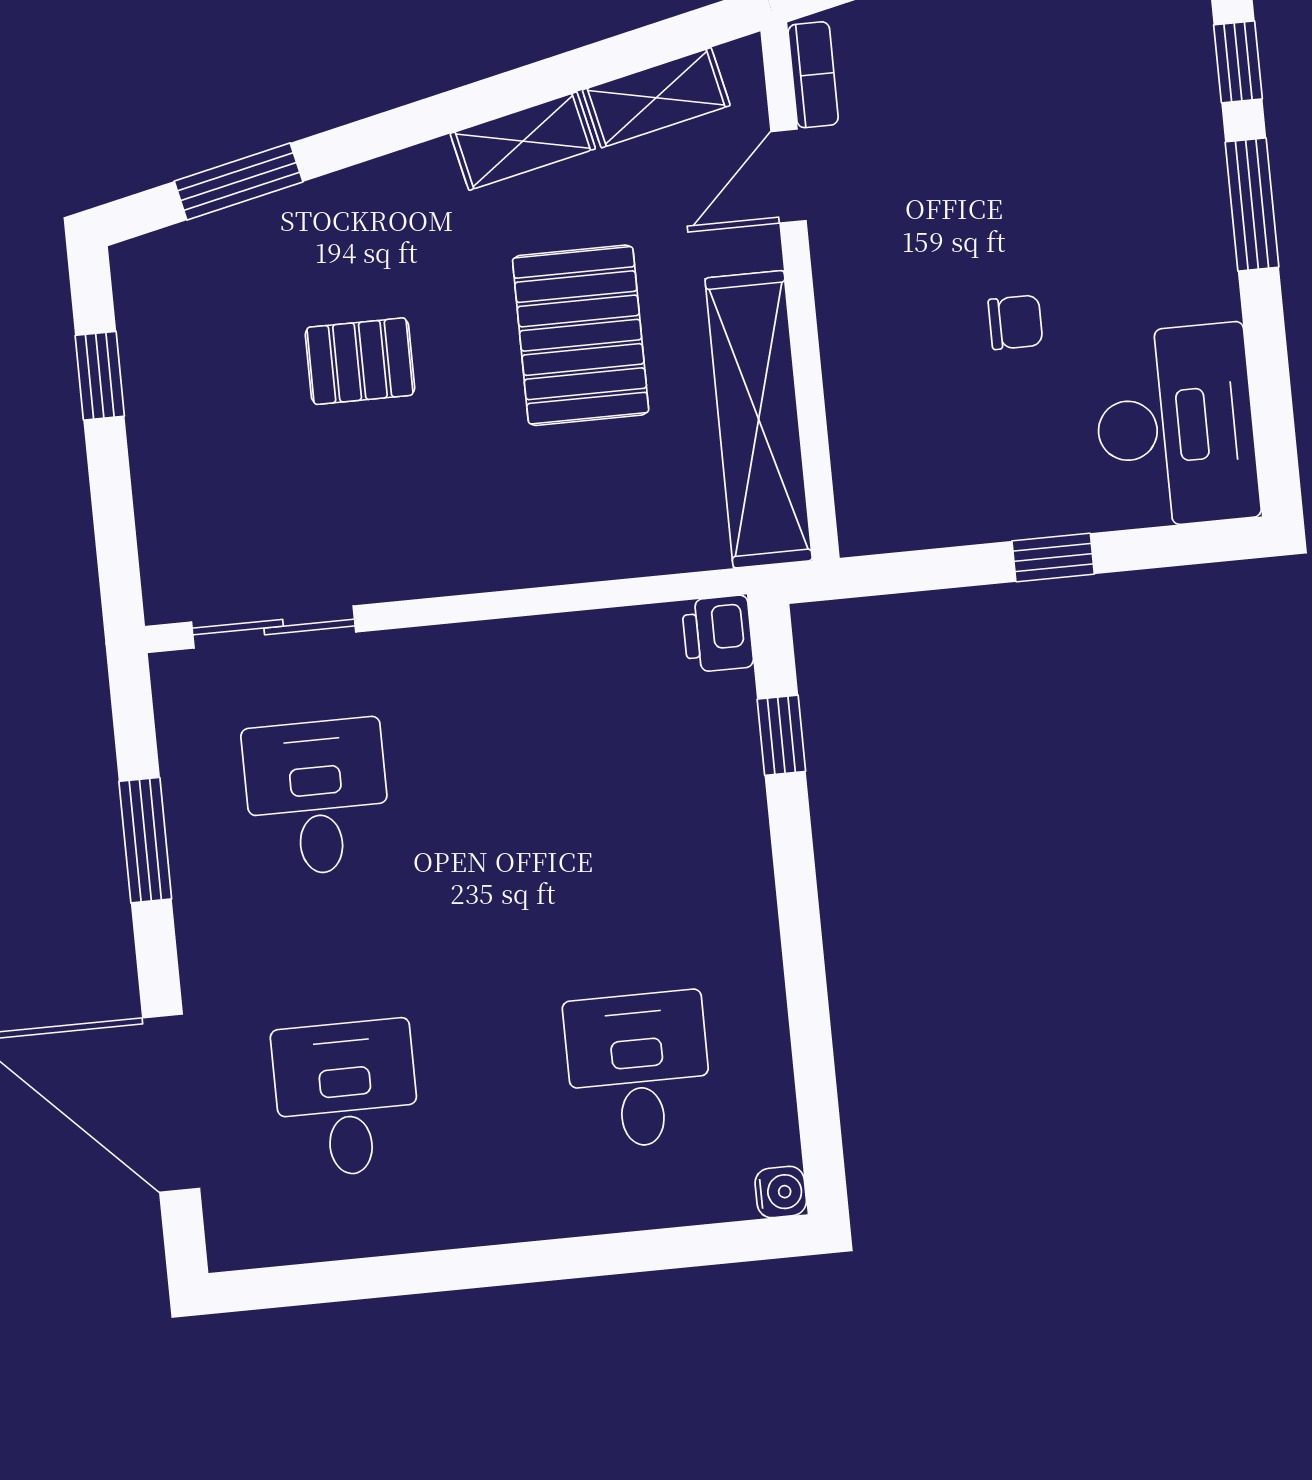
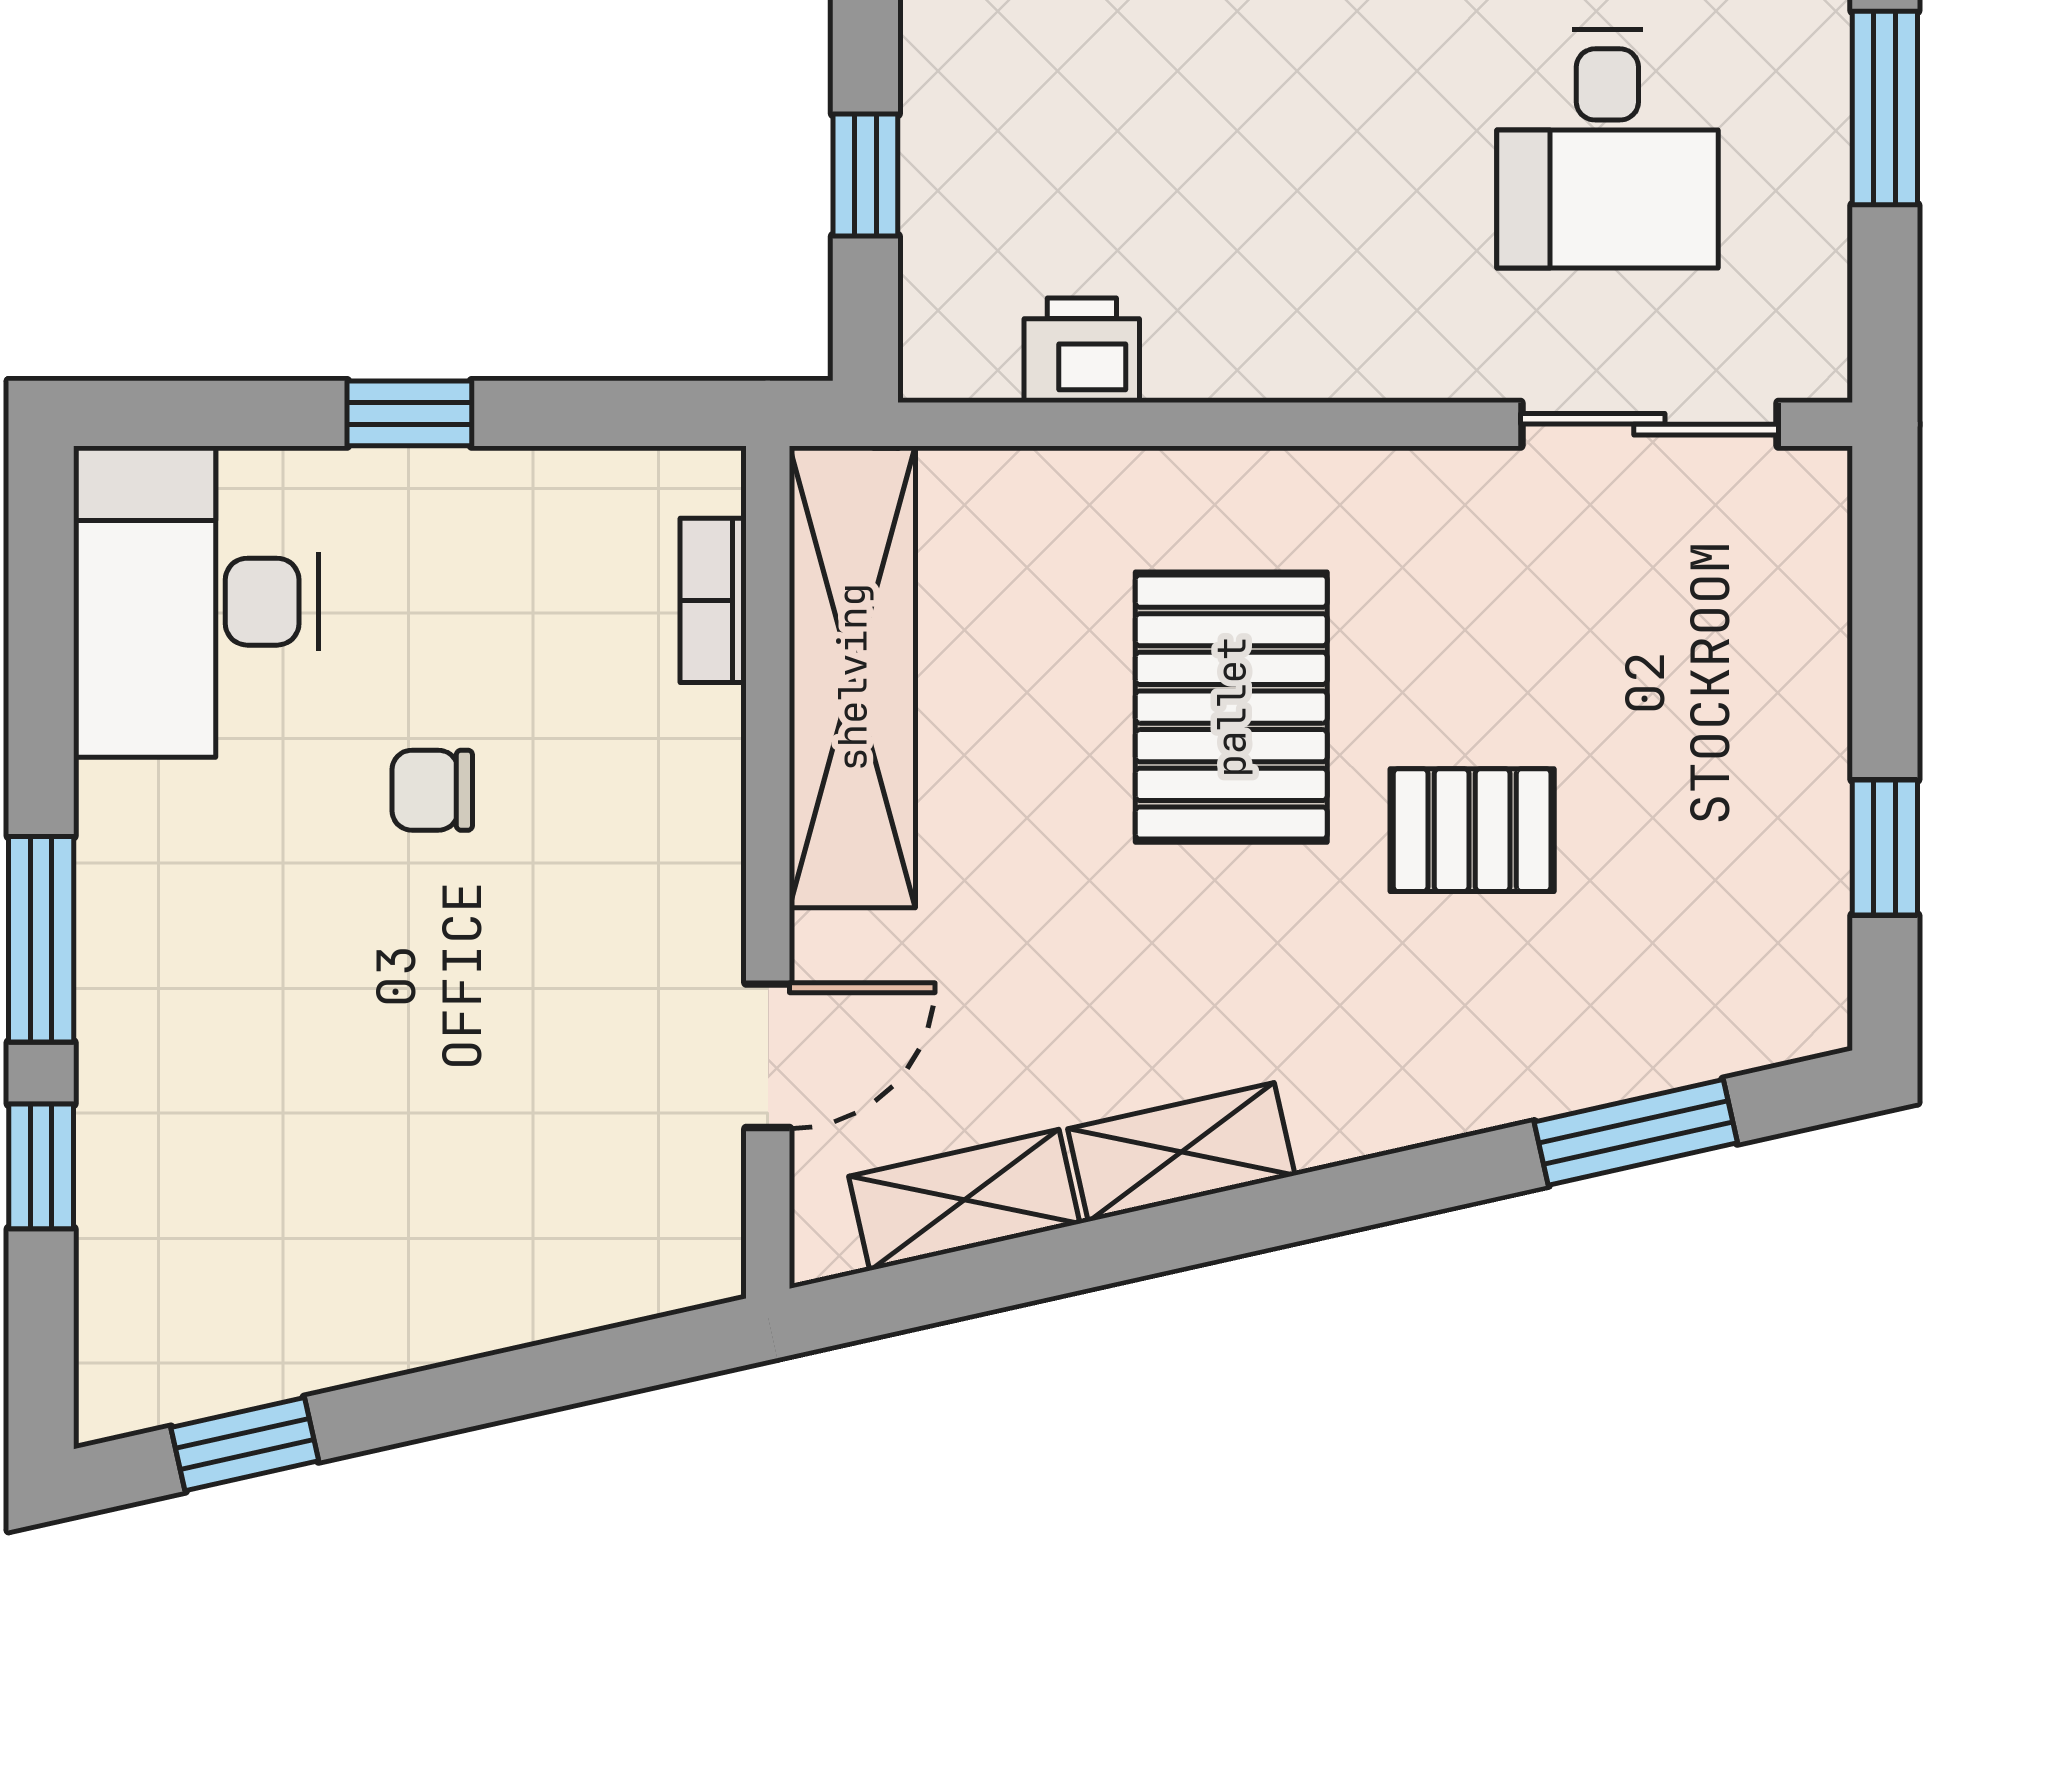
bookcase: (813, 75) -> (713, 600), moved
pallet: (581, 335) -> (1231, 707), moved
printer: (718, 634) -> (1082, 350), moved, turned -90

